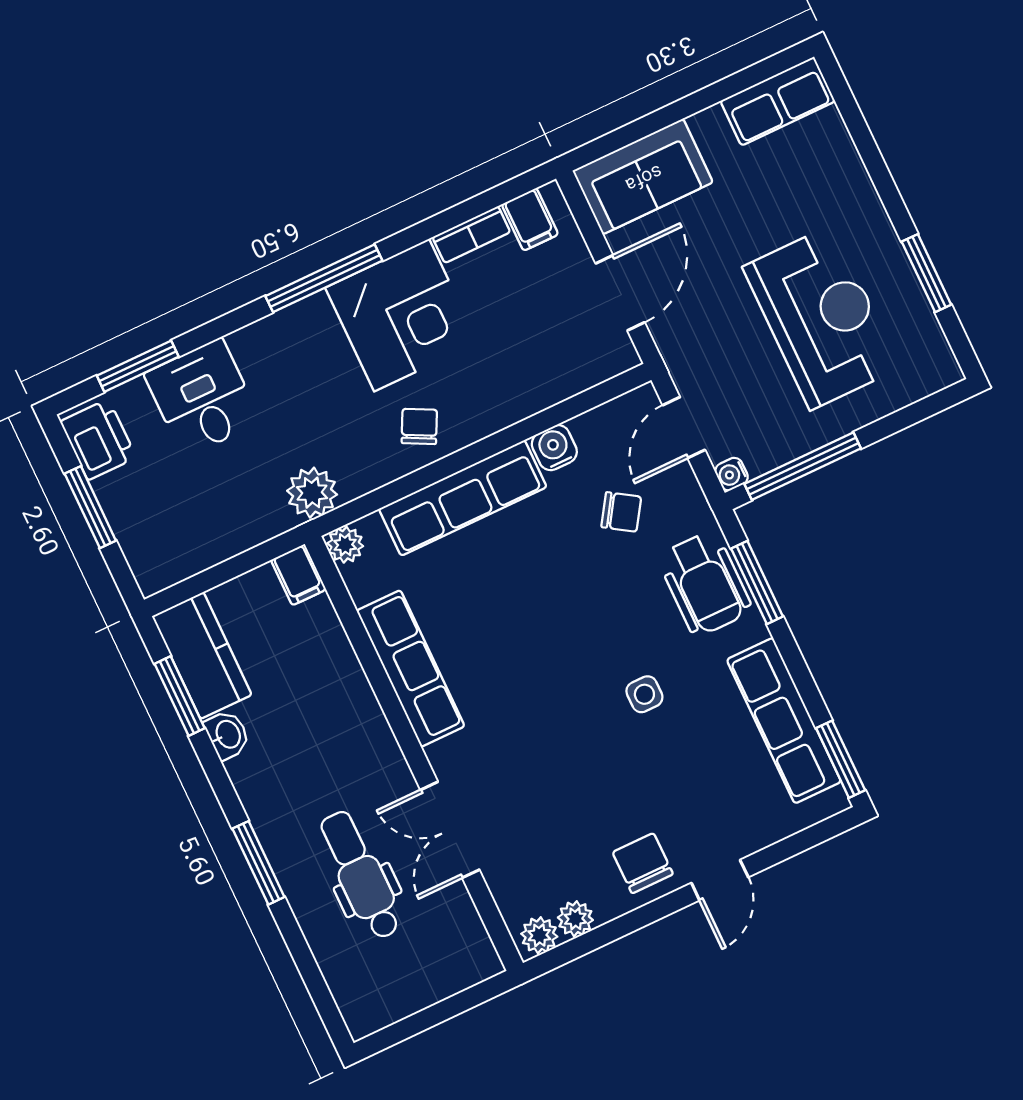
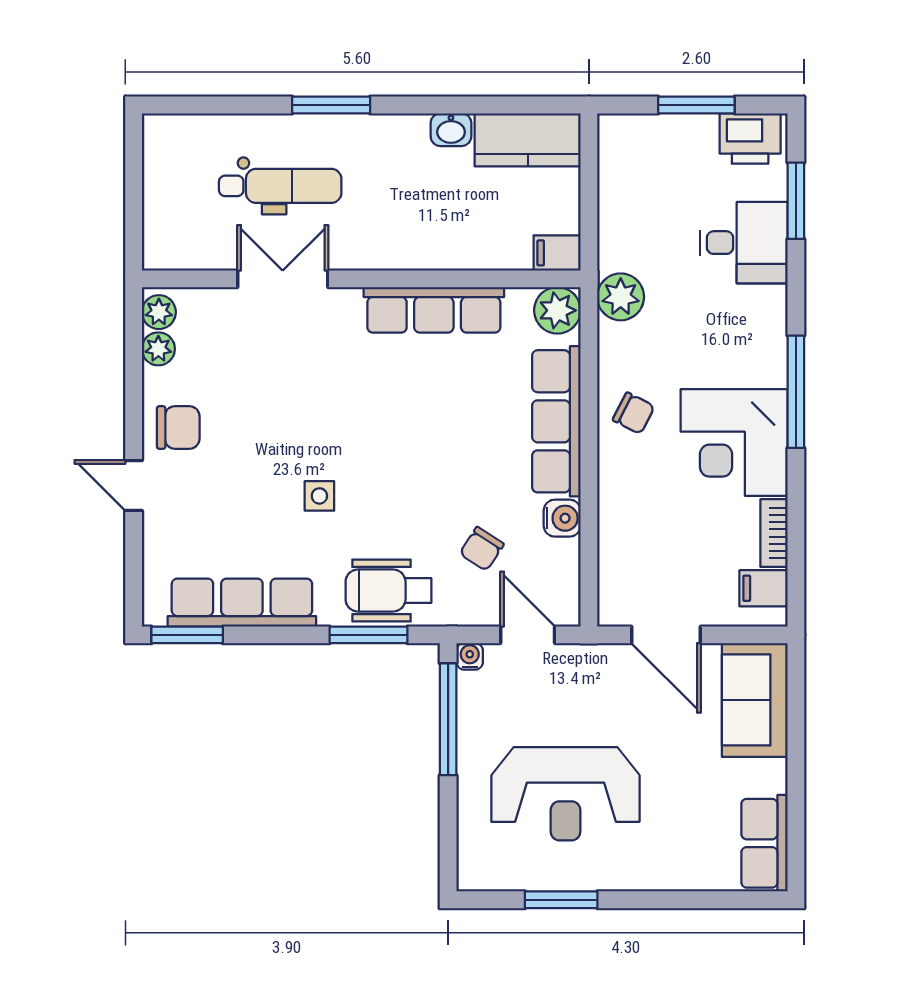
plant: (345, 545) -> (557, 310), width x1.38, depth x1.38
window: (180, 696) -> (502, 105), removed

